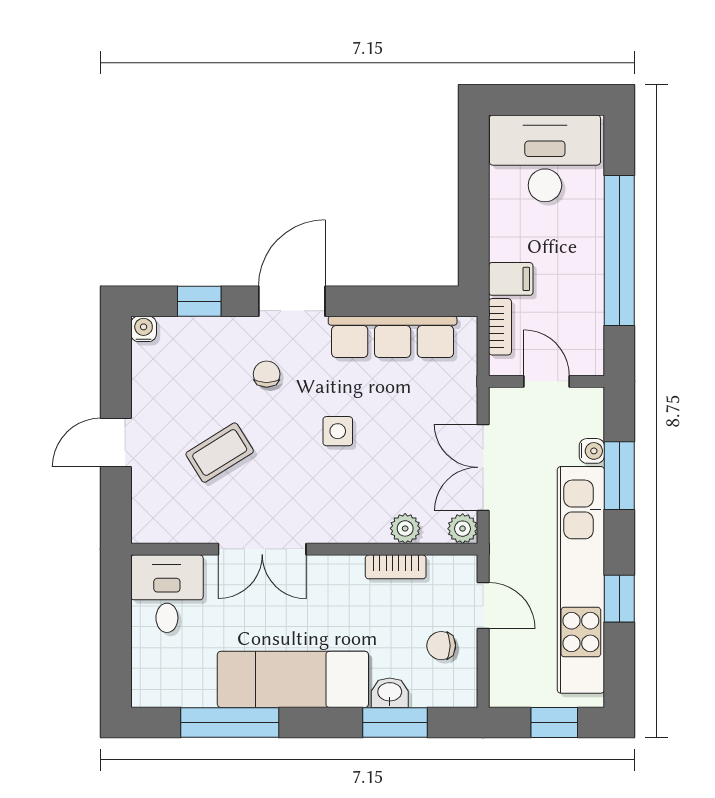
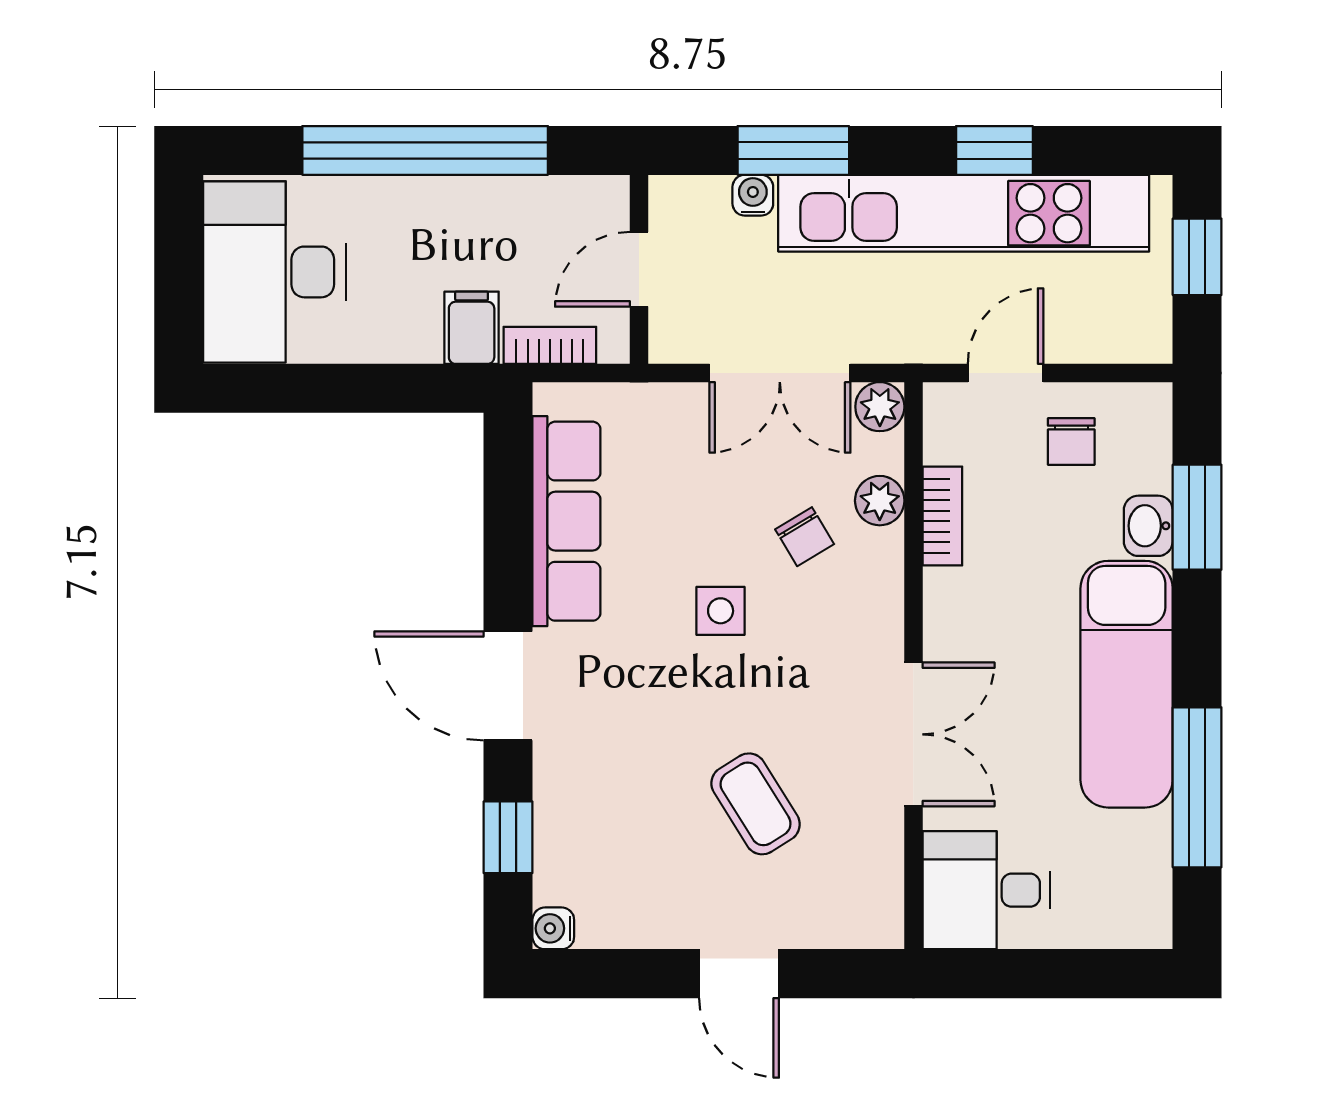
chair: (267, 374) -> (805, 537), moved, turned -121

